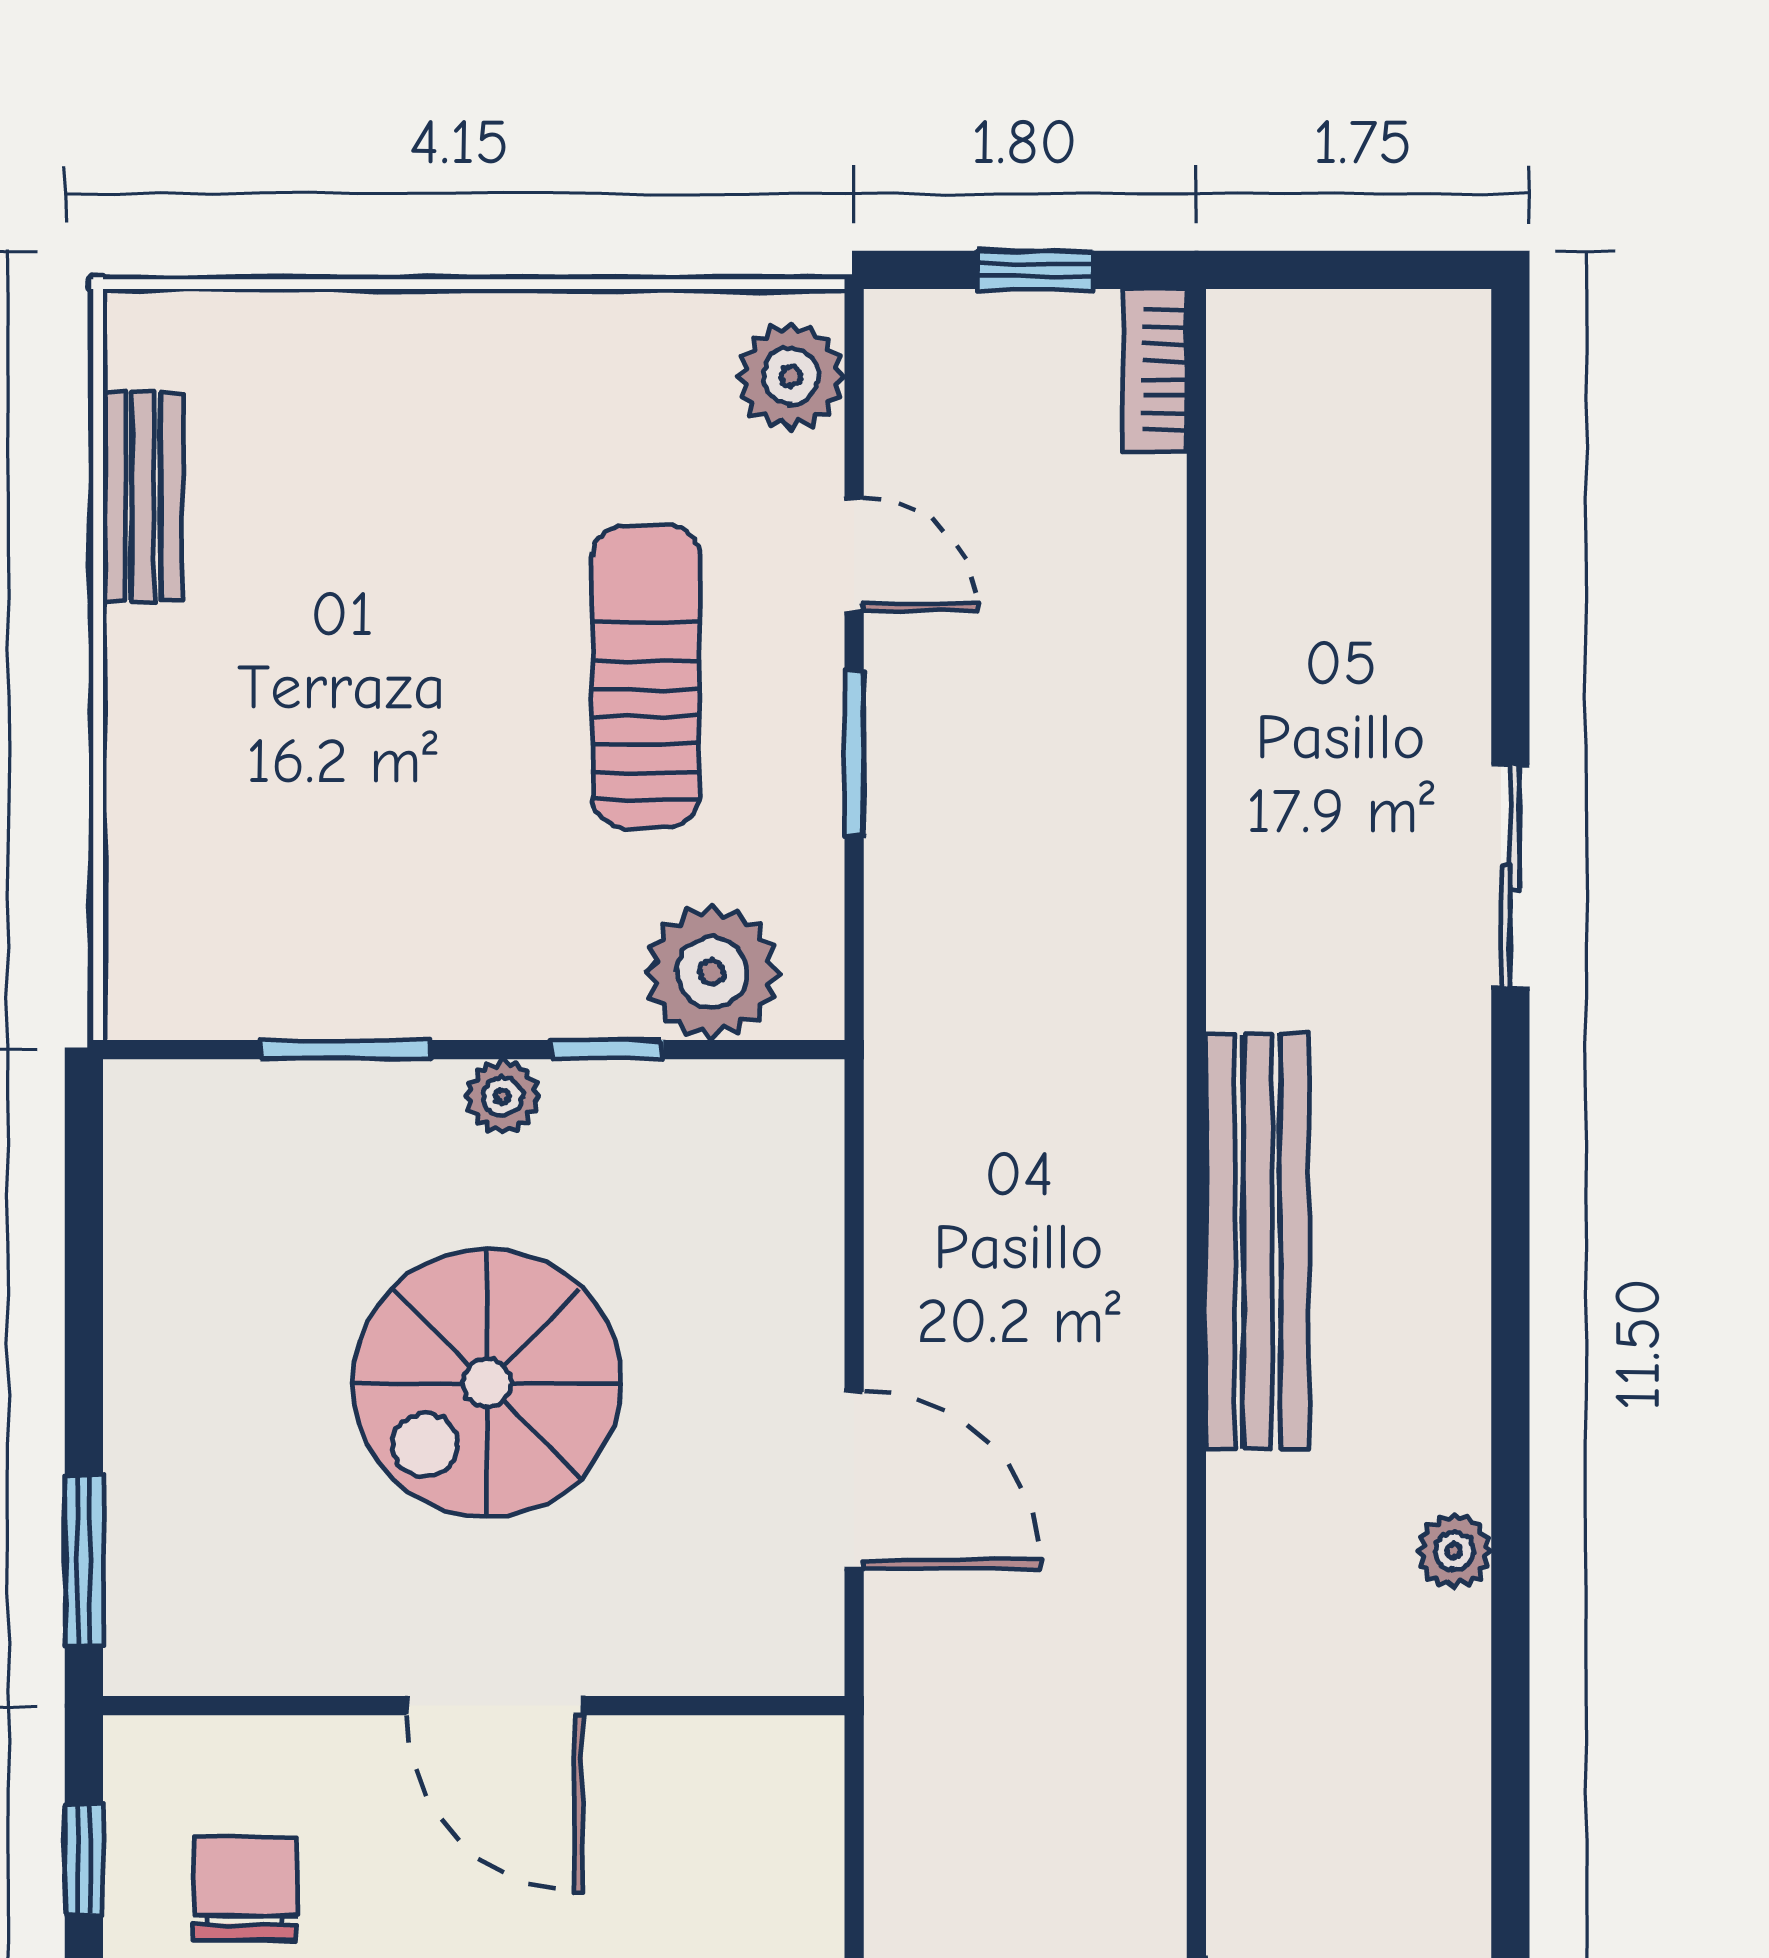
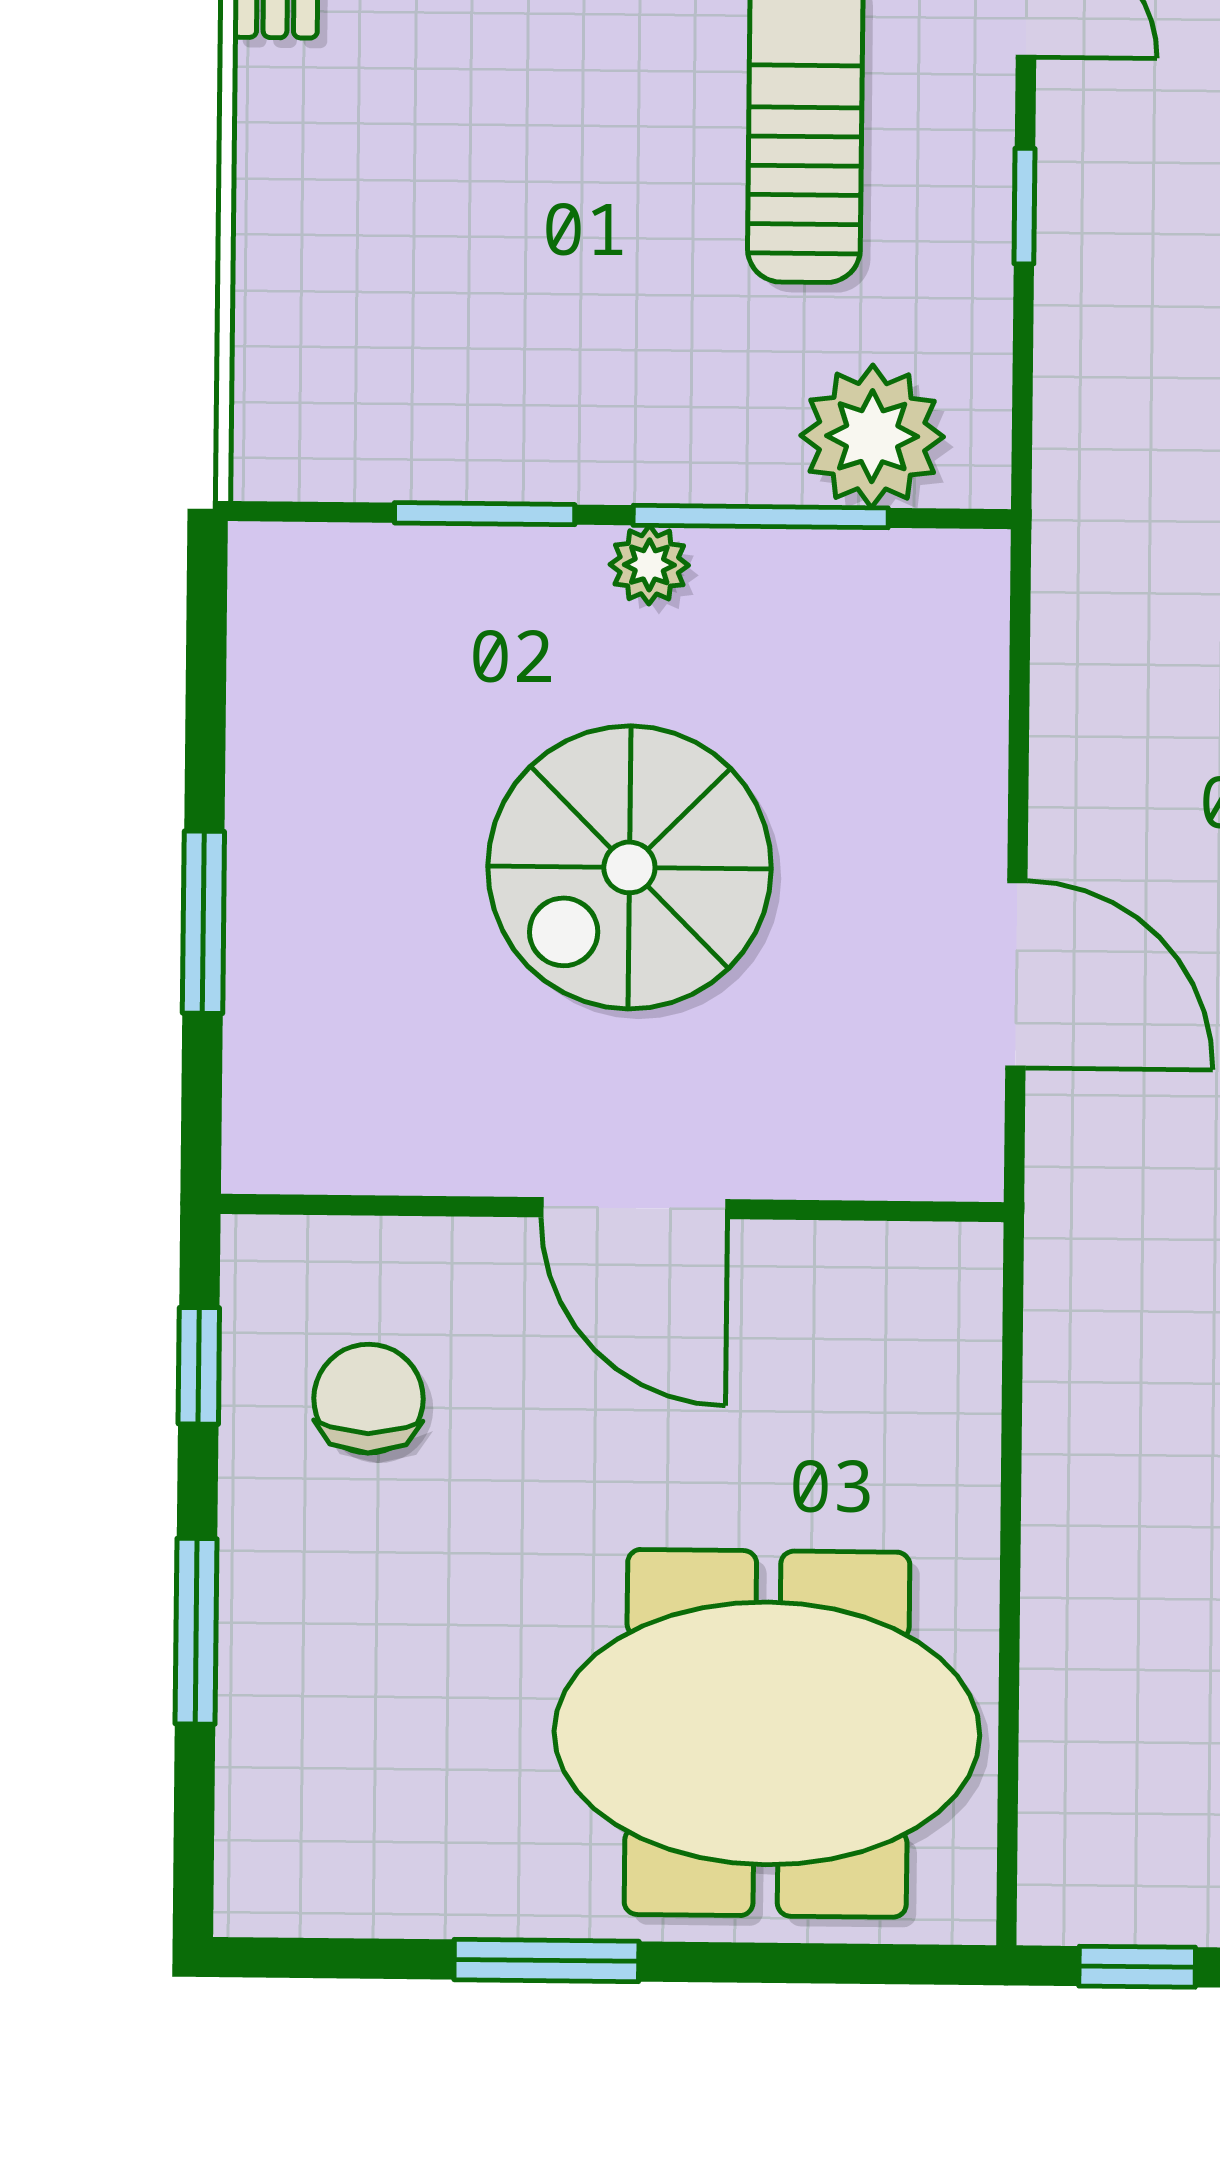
window: (854, 753) -> (1024, 206), width x0.67
window: (608, 1050) -> (761, 517), width x2.17
window: (84, 1561) -> (203, 922), moved

